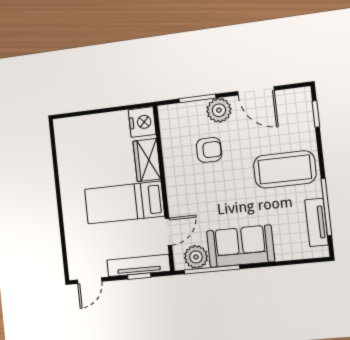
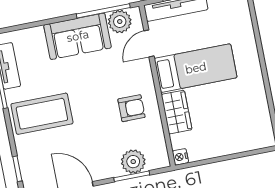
plant: (219, 110) -> (133, 162), moved
nightstand: (142, 122) -> (180, 157), width x0.53, depth x0.56
armchair: (209, 150) -> (131, 108), moved, turned 180

